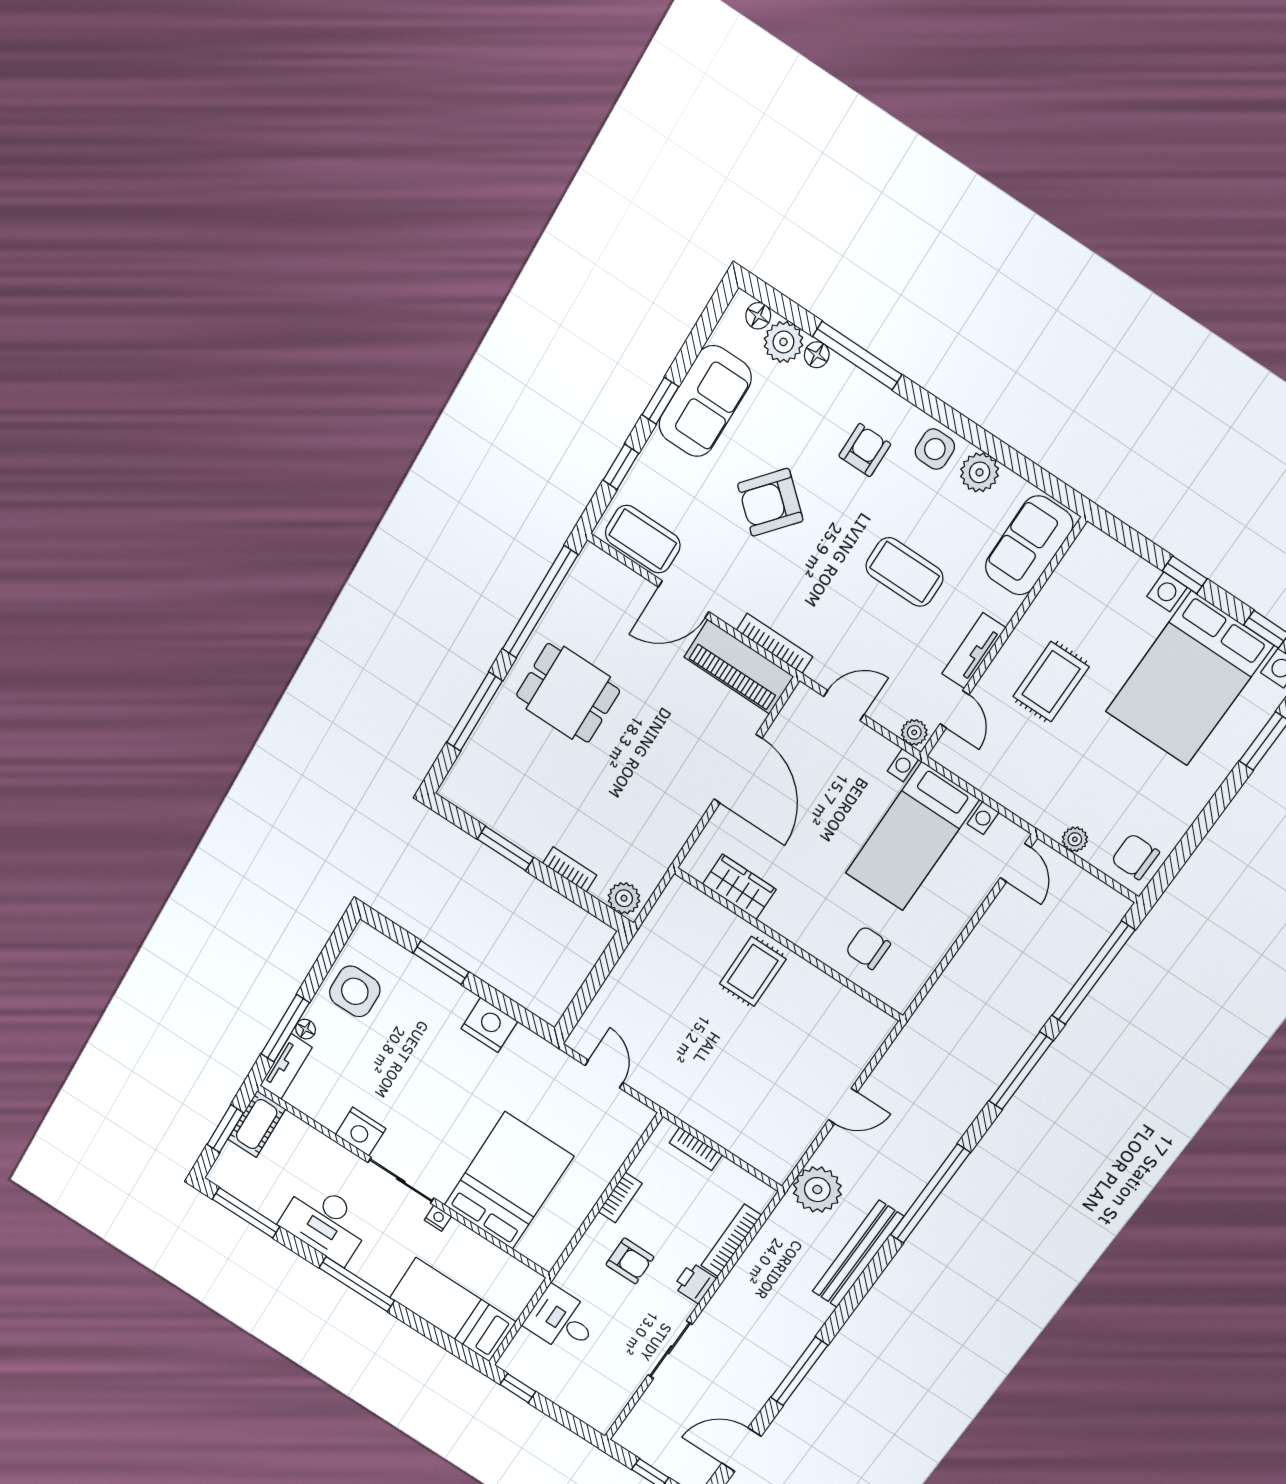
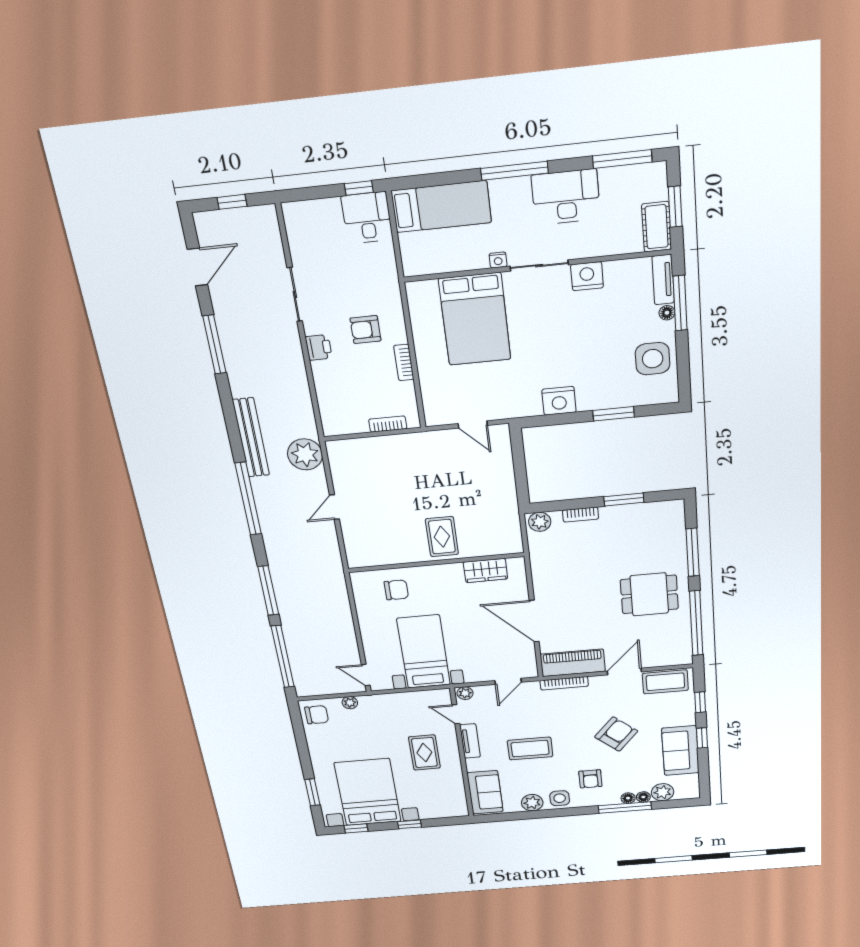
floor lamp: (758, 316) -> (628, 798), moved
bookcase: (731, 1240) -> (322, 389), removed
desk: (562, 1321) -> (367, 218), moved, turned -90

